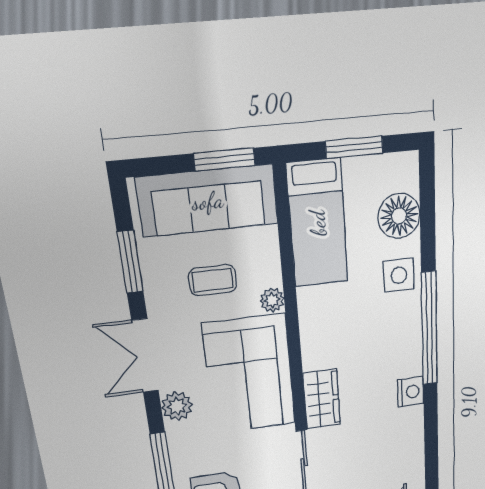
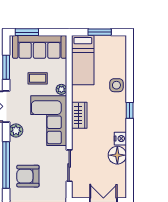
window: (224, 159) -> (27, 32), moved
floor lamp: (399, 216) -> (117, 155), moved
window: (429, 329) -> (130, 110), width x0.32
wardrobe: (322, 399) -> (79, 115), moved

